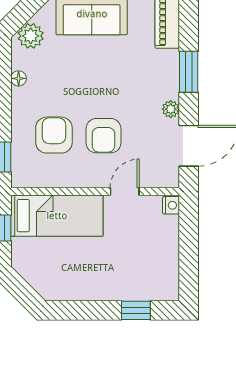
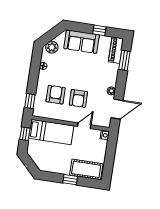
window: (189, 72) -> (124, 60), moved
cot: (143, 283) -> (86, 169), added
window: (136, 310) -> (70, 180), moved

